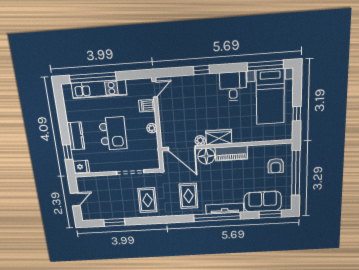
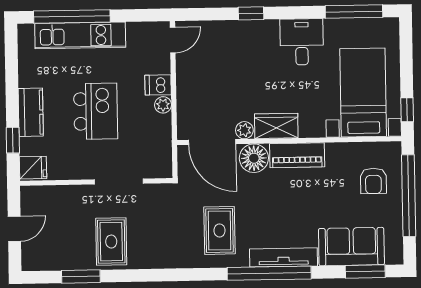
bed with nightstands: (270, 97) -> (363, 93), moved, turned 180
dishwasher: (147, 106) -> (158, 85), moved
window: (297, 114) -> (407, 110), moved
rug: (147, 200) -> (111, 242), moved

